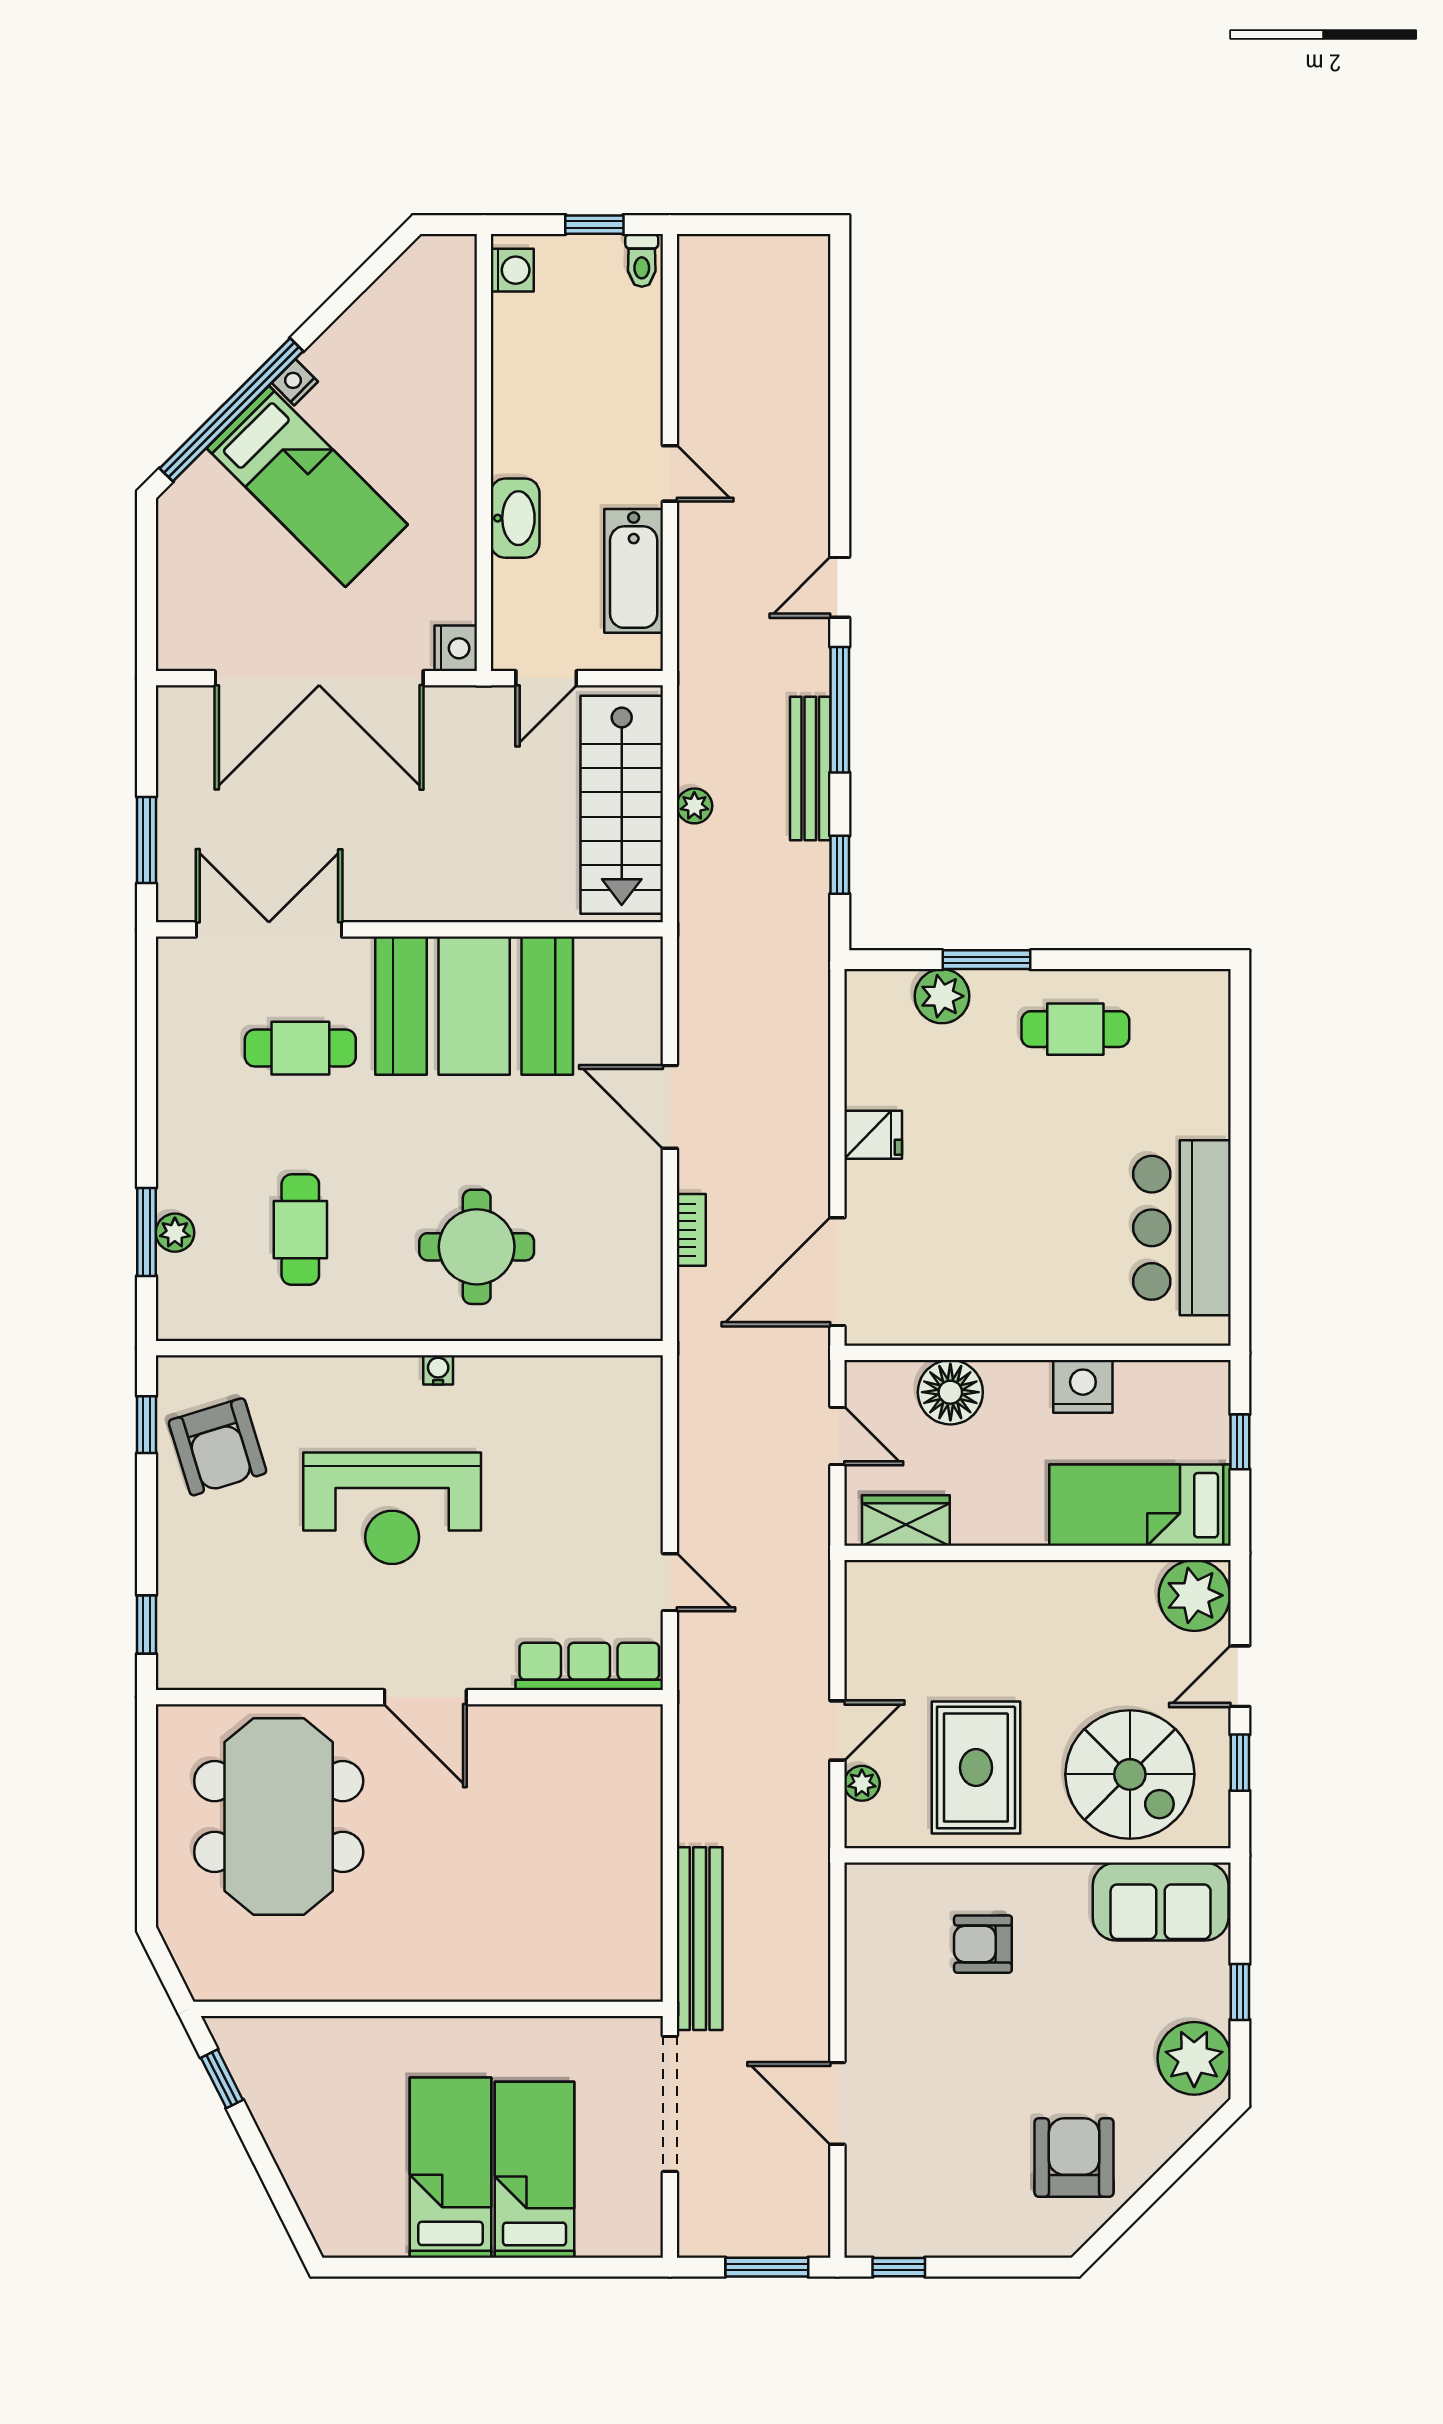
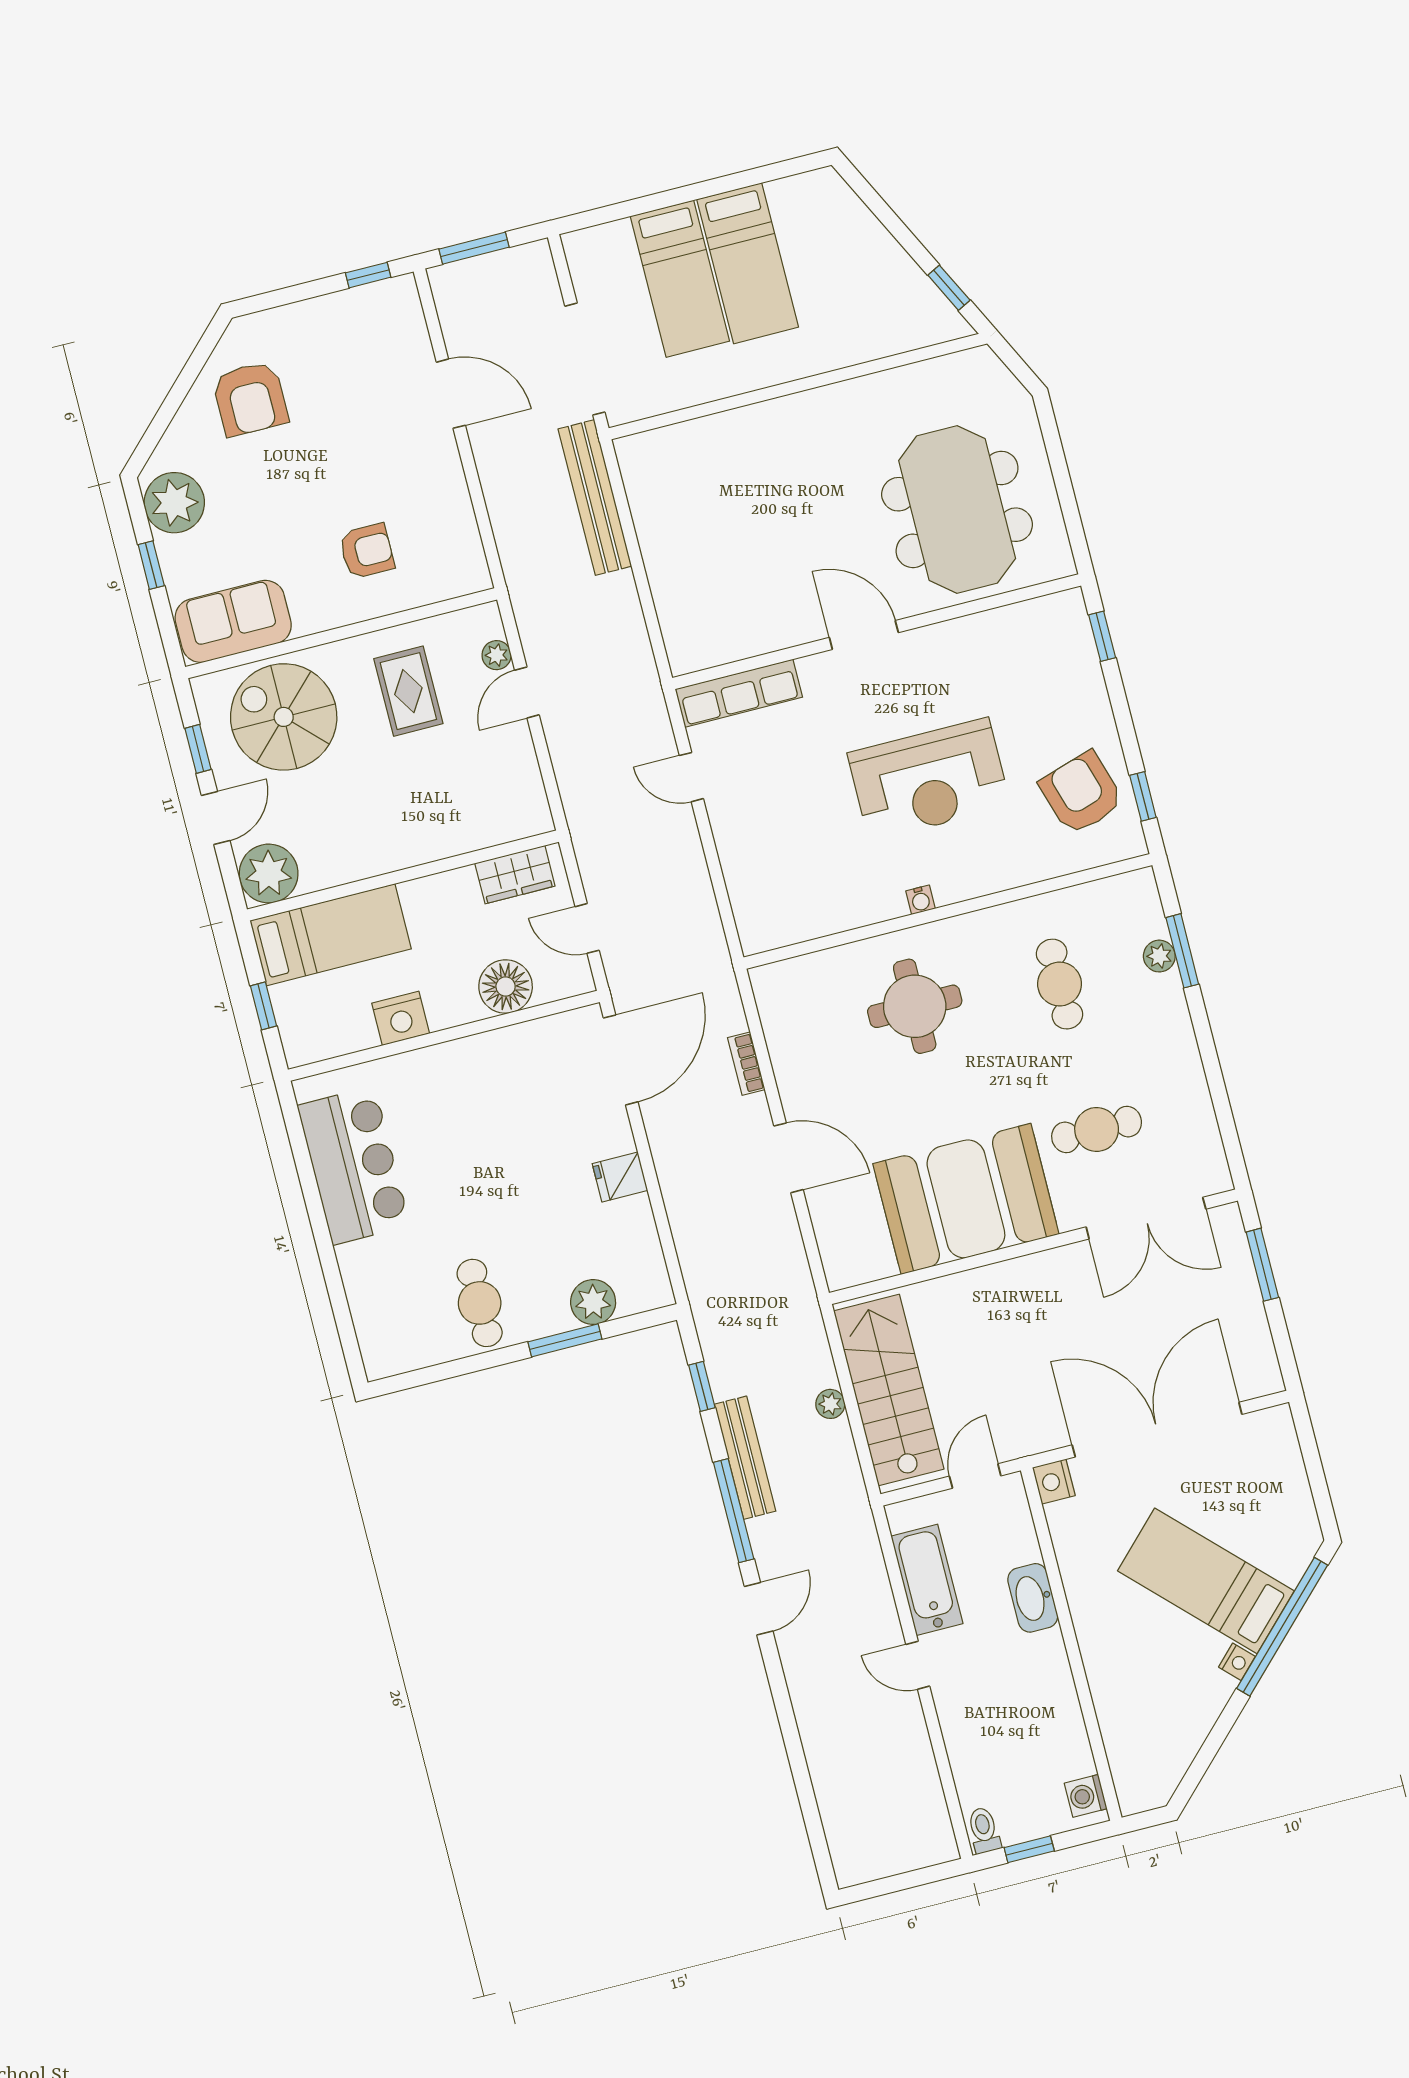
cafe table: (1075, 1029) -> (480, 1303), turned 90
reception desk: (392, 1508) -> (929, 780), turned 180
rug: (976, 1768) -> (408, 691), width x0.73, depth x0.70

